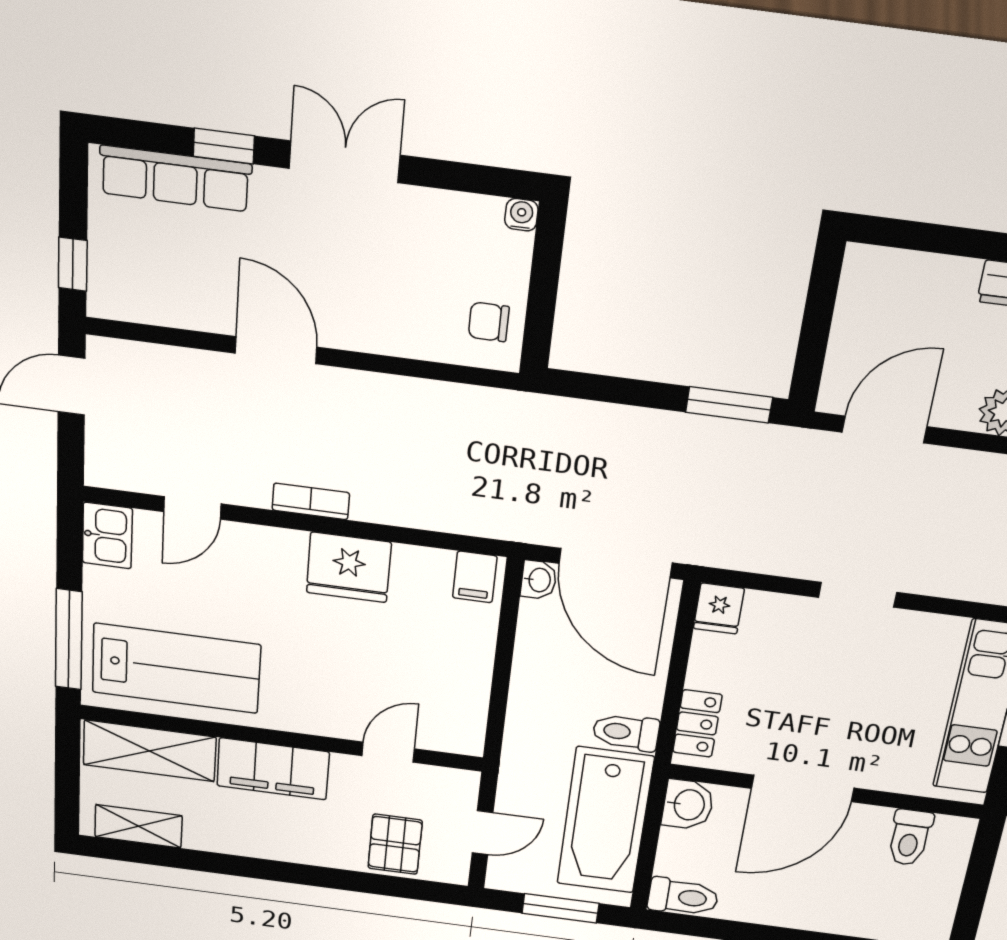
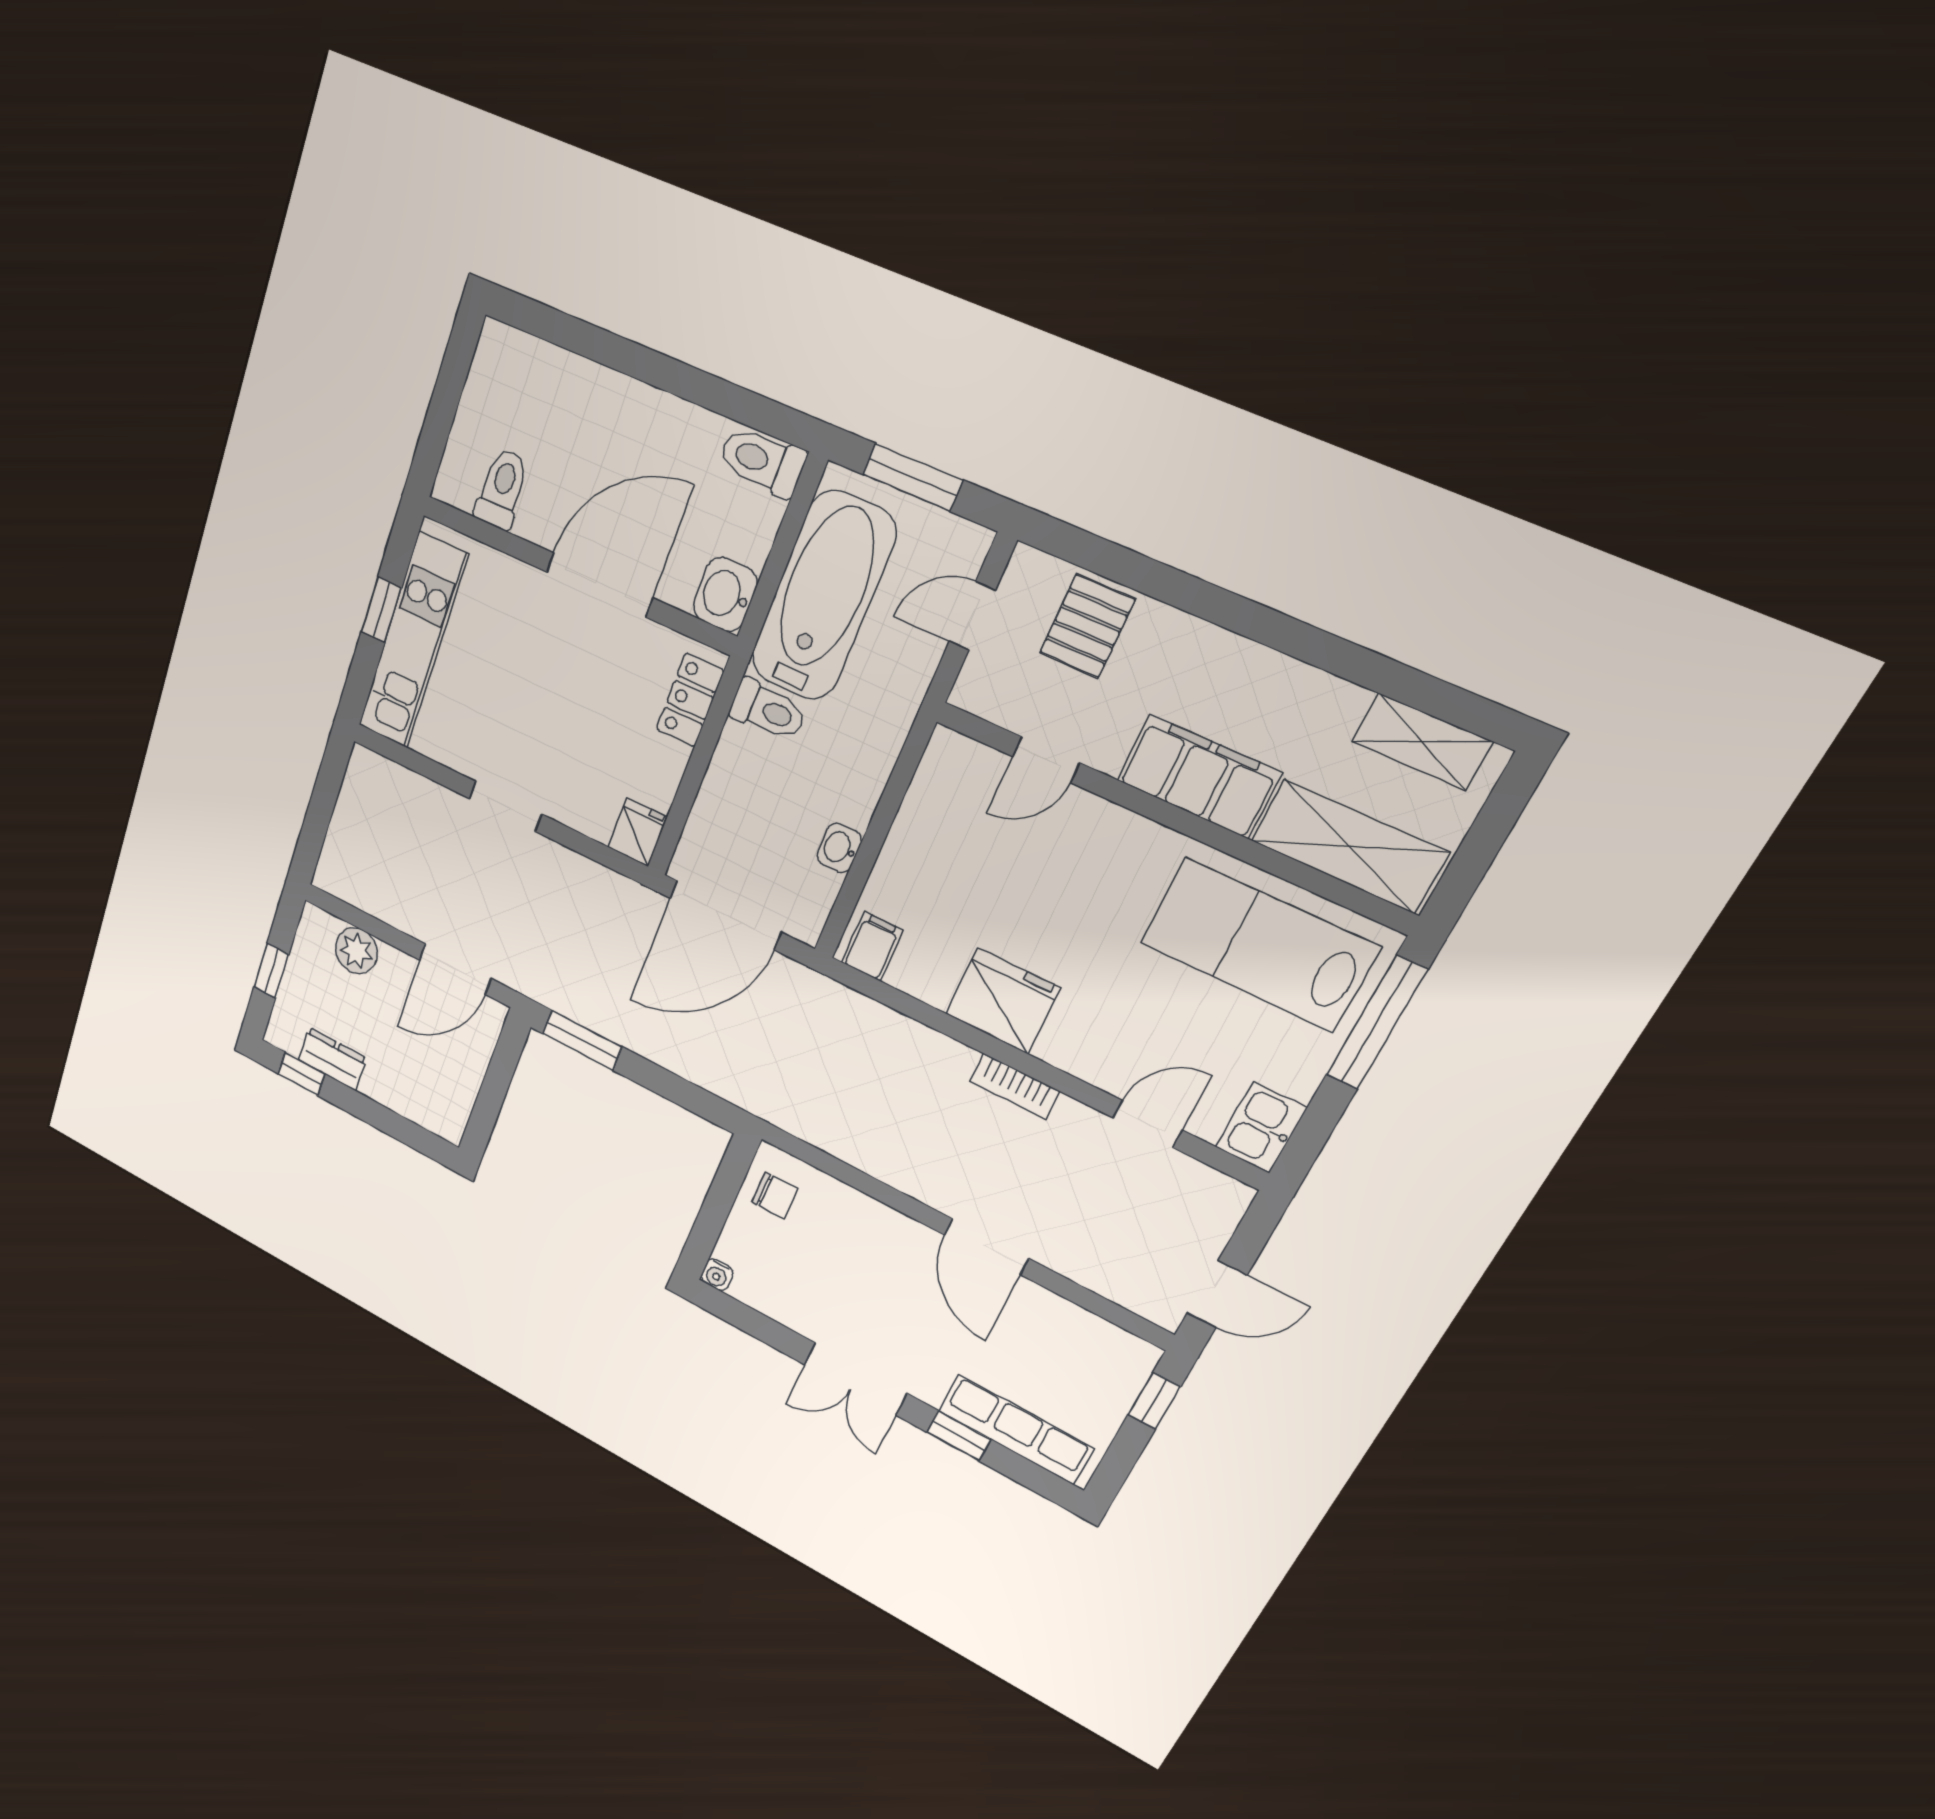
door: (615, 563) -> (725, 915), swing flipped
washbasin: (539, 580) -> (839, 848), moved

